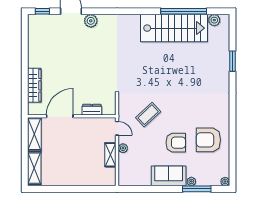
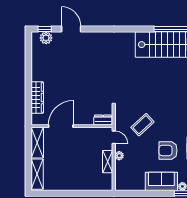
plant: (91, 21) -> (46, 38), moved
dresser: (92, 110) -> (103, 120), moved
armchair: (176, 143) -> (168, 150), turned 180

